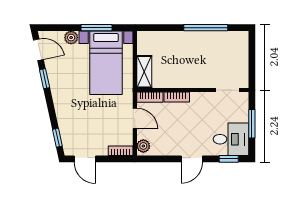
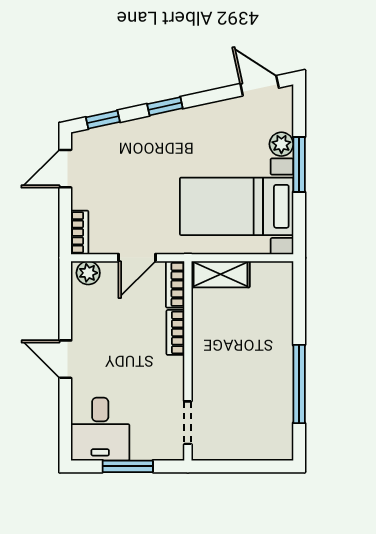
window: (96, 28) -> (299, 164), moved
door: (38, 50) -> (260, 86), swing flipped
window: (45, 79) -> (165, 106), moved
window: (229, 159) -> (65, 425), removed

